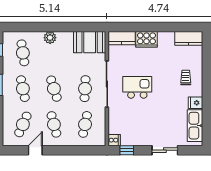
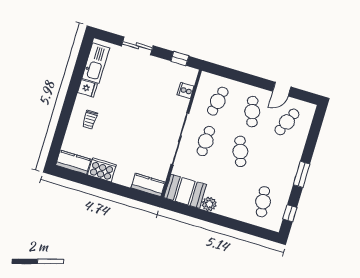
plant: (50, 38) -> (209, 204), moved
cooker: (146, 39) -> (102, 170), moved
kitchen island: (137, 87) -> (147, 125), removed
cafe table: (23, 89) -> (275, 162), removed
cooker: (114, 140) -> (185, 91), moved

